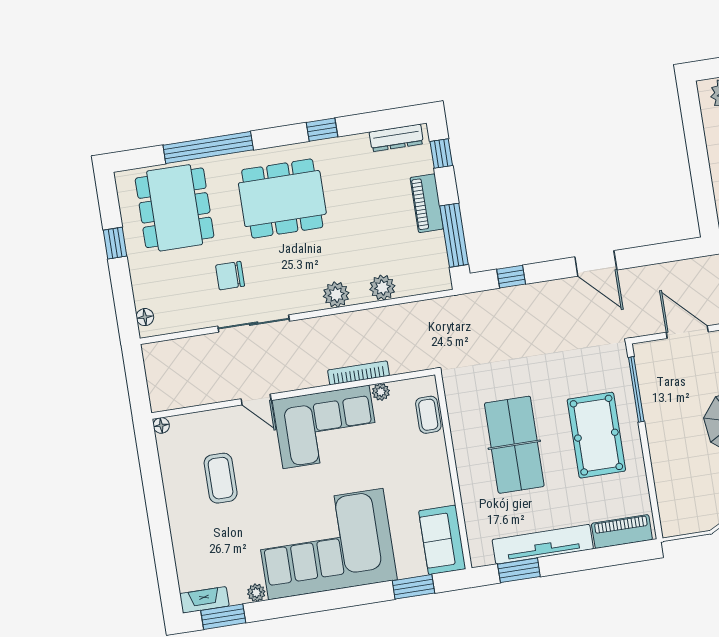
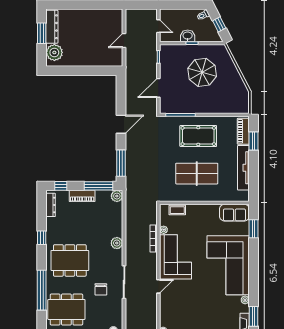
dining table: (282, 199) -> (70, 260), turned 90
window: (511, 277) -> (121, 163), width x2.17
plant: (382, 288) -> (117, 196), moved
coffee table: (221, 478) -> (191, 308), removed
window: (519, 570) -> (254, 141), moved

